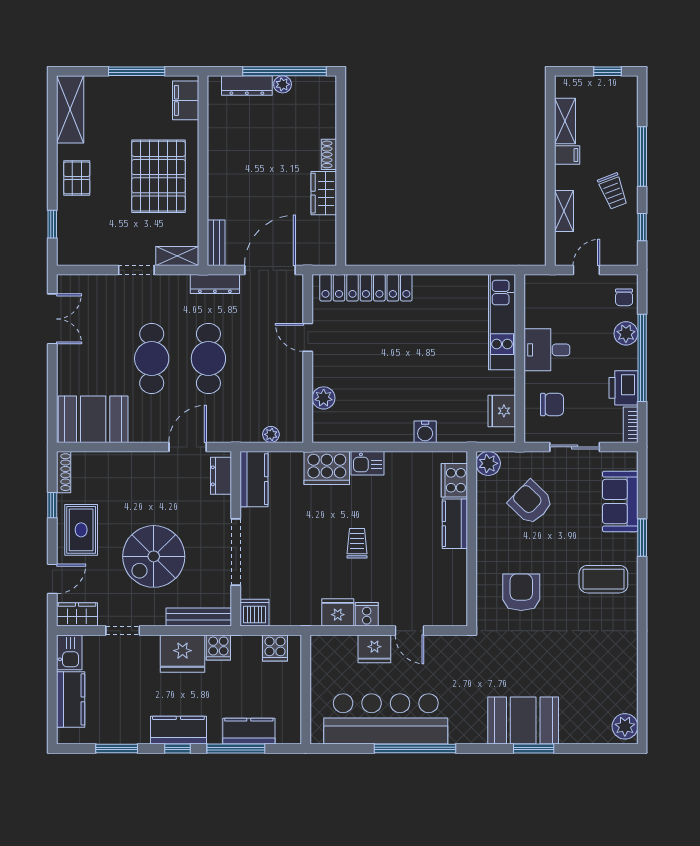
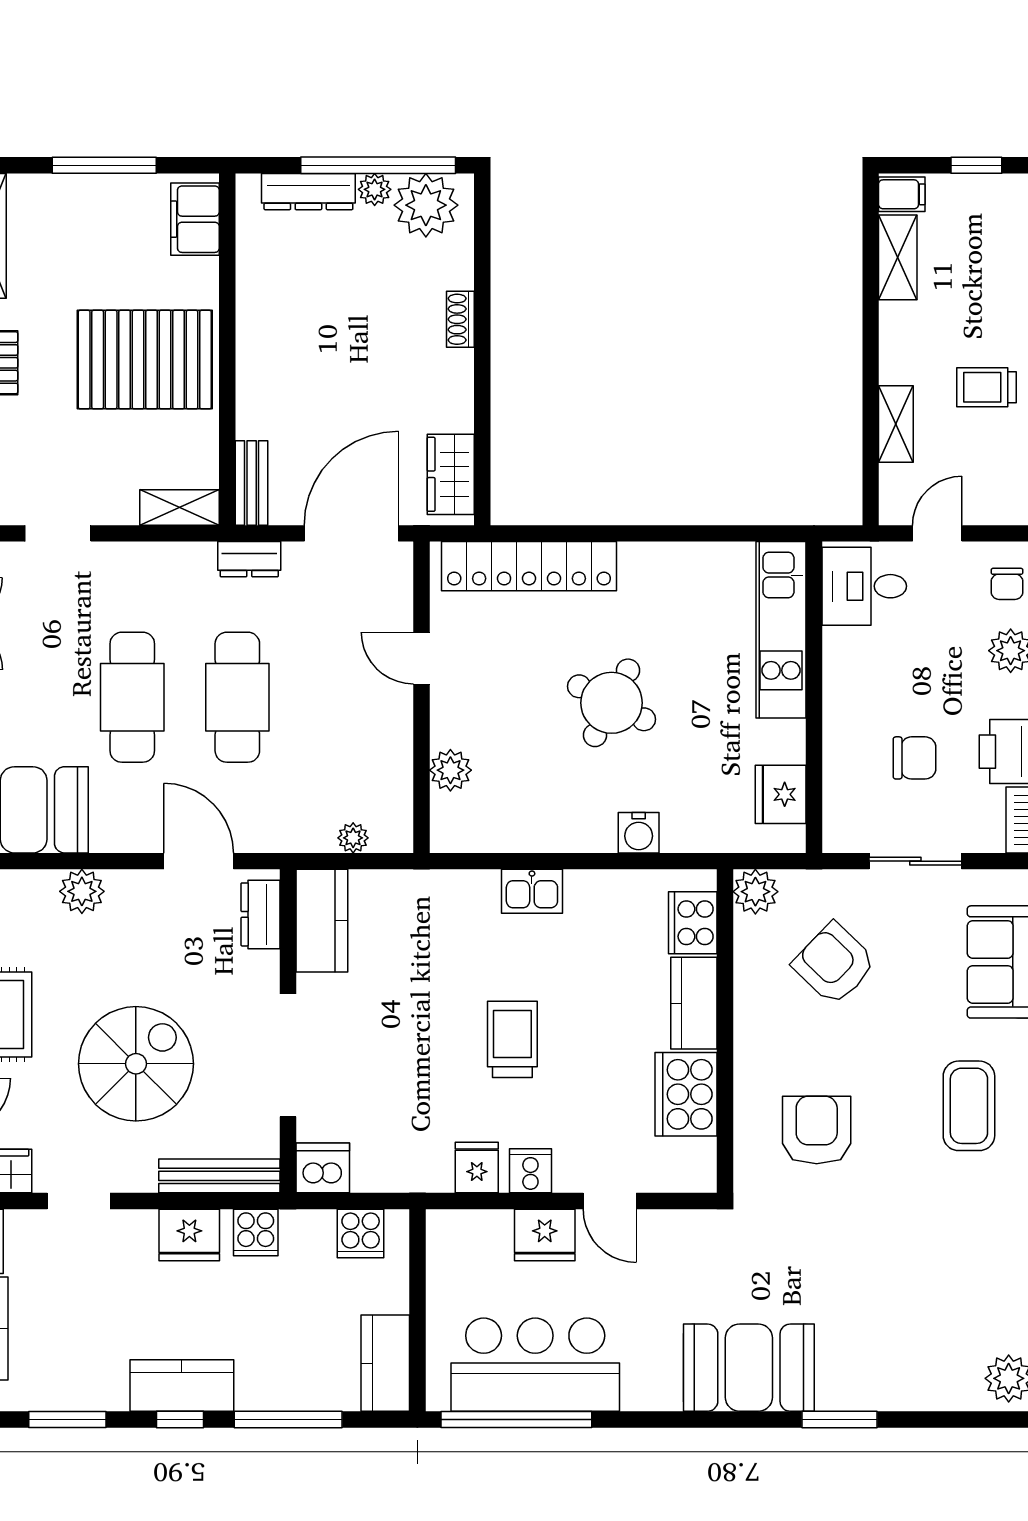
plant: (310, 93) -> (426, 205), added
filing cabinet: (567, 155) -> (902, 194), moved
pallet: (158, 176) -> (145, 360), turned 90
trolley: (613, 191) -> (986, 387), turned 111
wardrobe: (324, 193) -> (451, 474), moved
doorway: (136, 270) -> (58, 533), moved
dresser: (215, 284) -> (249, 559), width x0.70
desk: (547, 350) -> (864, 586), moved
round table: (410, 362) -> (612, 703), added
chair: (552, 405) -> (914, 758), moved
door: (188, 447) -> (199, 861), hinge flipped
plant: (125, 463) -> (82, 891), added
cooker: (327, 468) -> (686, 1094), moved, turned 90
trolley: (357, 543) -> (512, 1039), width x1.36, depth x1.39
spiral stairs: (154, 556) -> (136, 1064), turned 180
coffee table: (603, 579) -> (969, 1106), turned 90
fridge: (338, 612) -> (477, 1167), width x0.72
fridge: (183, 654) -> (189, 1235), width x0.73, depth x0.75
bar counter: (386, 719) -> (535, 1365), width x0.73
booth: (523, 721) -> (749, 1368), moved
kitchen counter: (249, 731) -> (385, 1363), moved, turned -90
window: (415, 748) -> (516, 1419), moved

